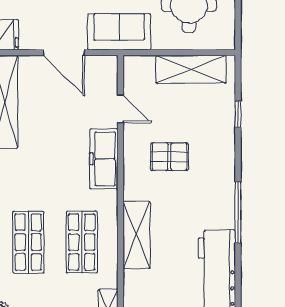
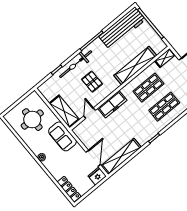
door: (64, 53) -> (93, 158), moved
shelving: (191, 69) -> (64, 111), moved
bicycle: (221, 154) -> (76, 64), added
shelving: (137, 235) -> (135, 65), width x1.47

